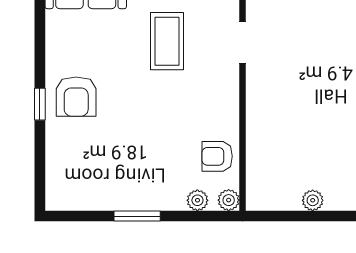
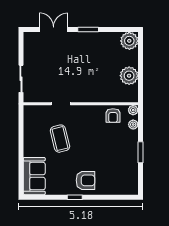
coffee table: (167, 41) -> (60, 139), turned 76
window: (40, 104) -> (75, 197), moved
plant: (313, 200) -> (129, 76), width x1.88, depth x1.88

